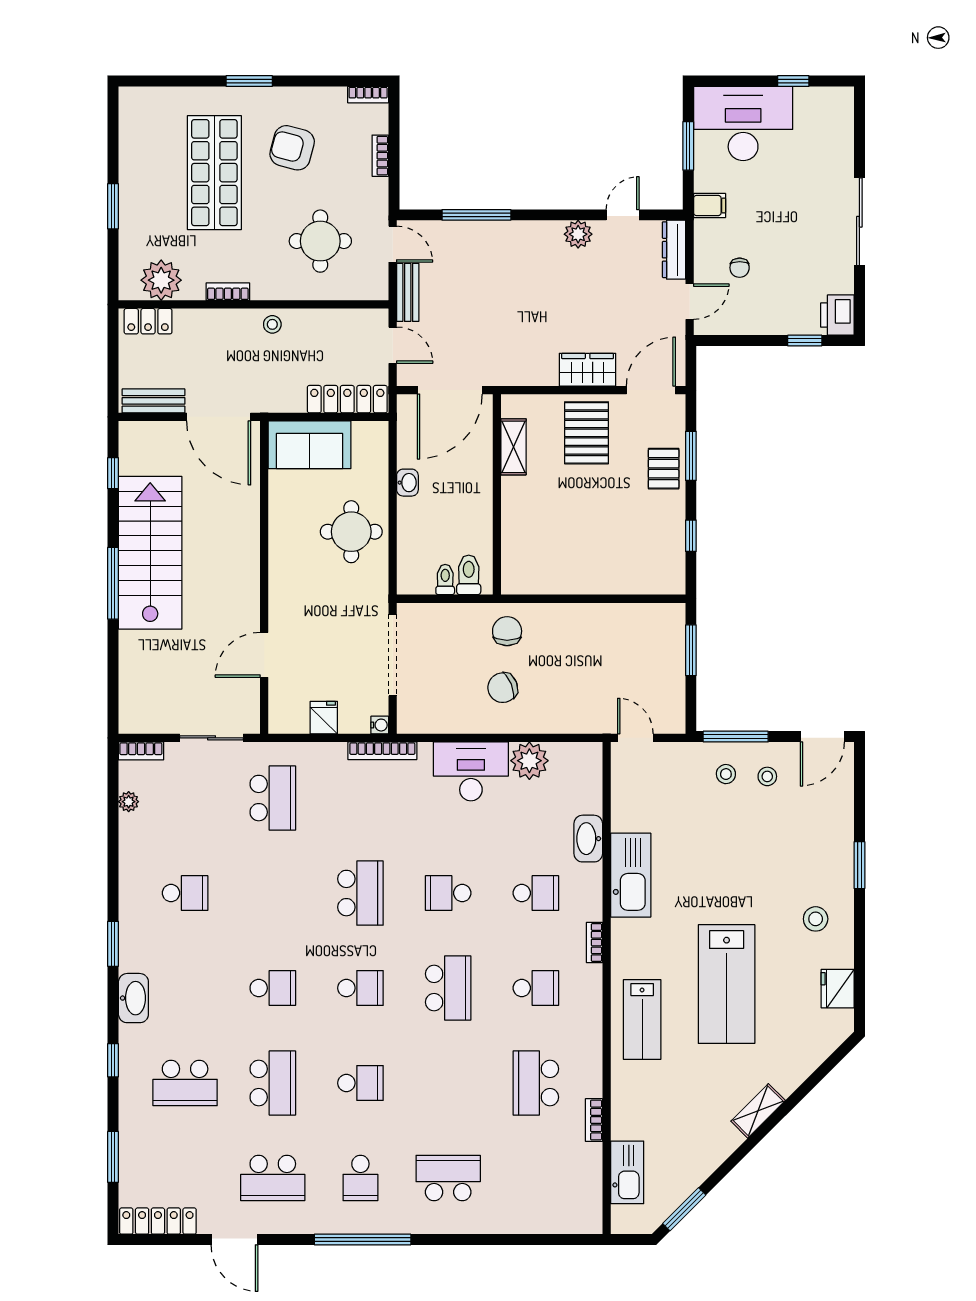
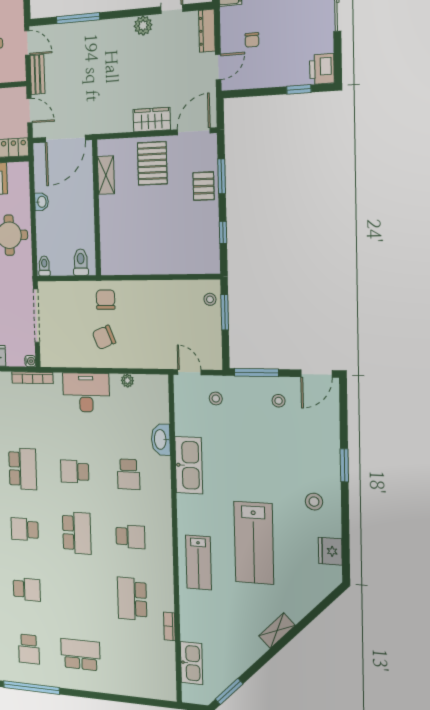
toilet: (445, 580) -> (44, 266), moved
stool: (669, 632) -> (210, 299), added
plant: (529, 761) -> (127, 381), width x0.53, depth x0.53
stool: (726, 774) -> (216, 398), moved
school desk: (536, 893) -> (129, 474), turned 90
bookcase: (594, 943) -> (167, 509), removed
school desk: (360, 988) -> (25, 529), turned 180

